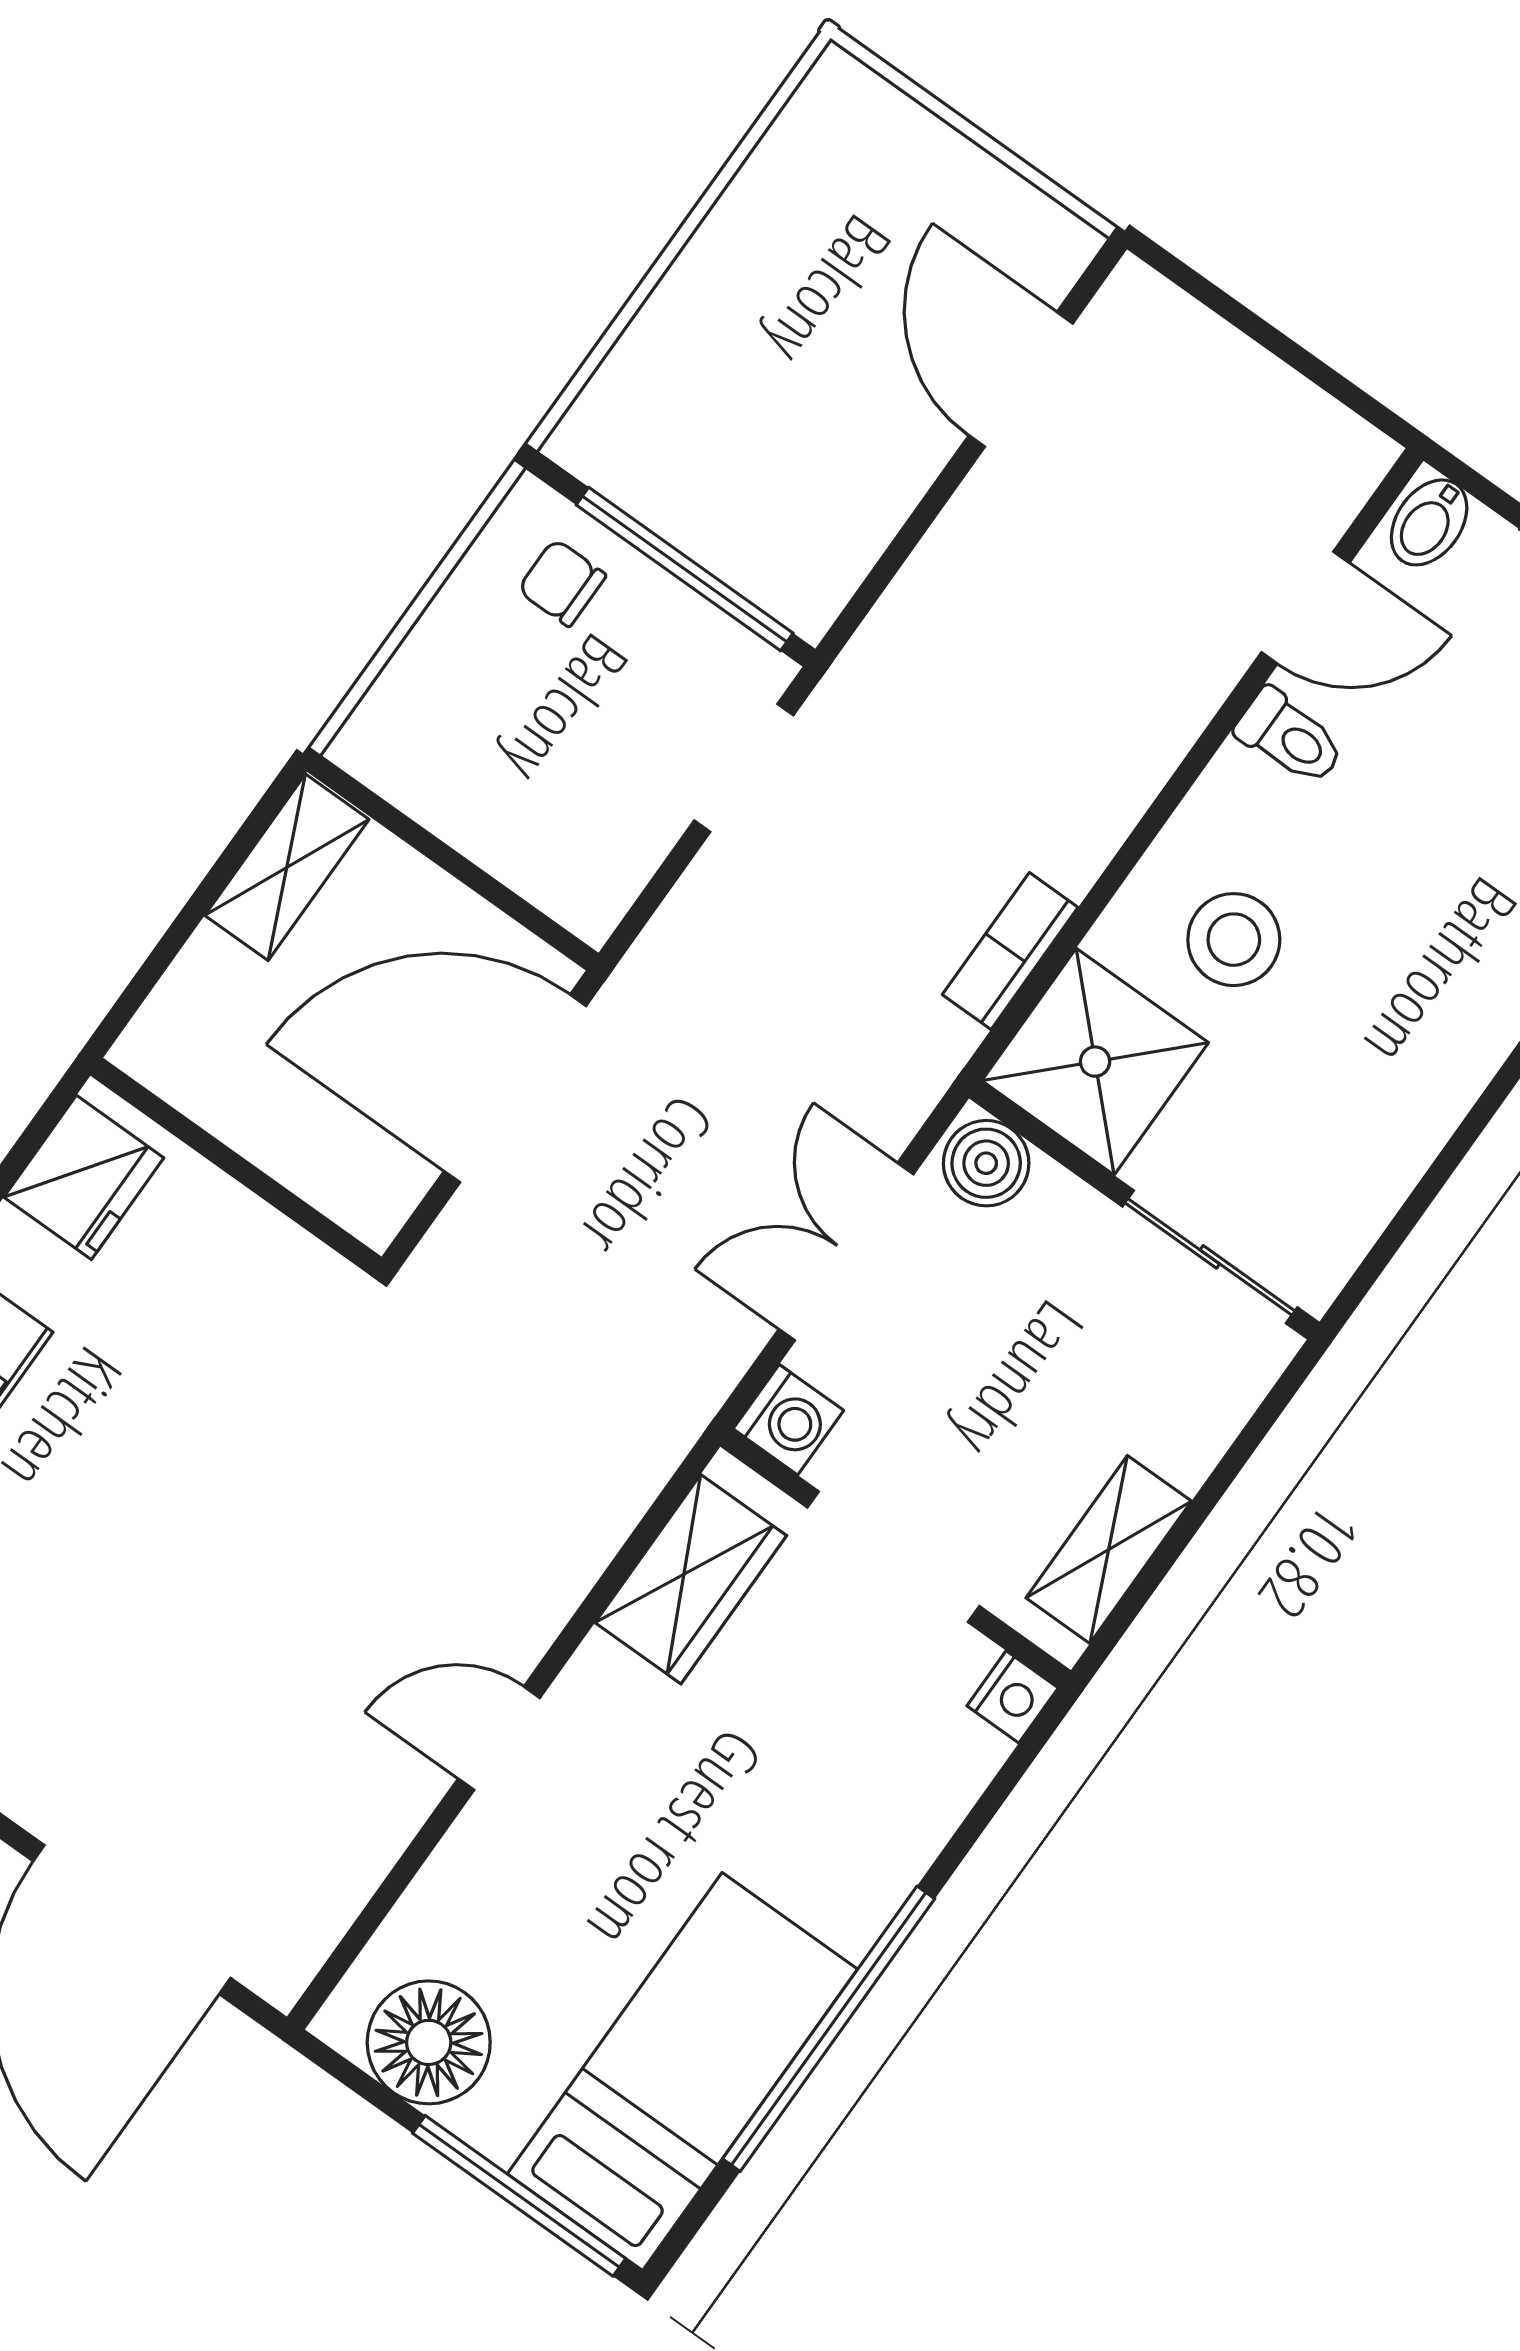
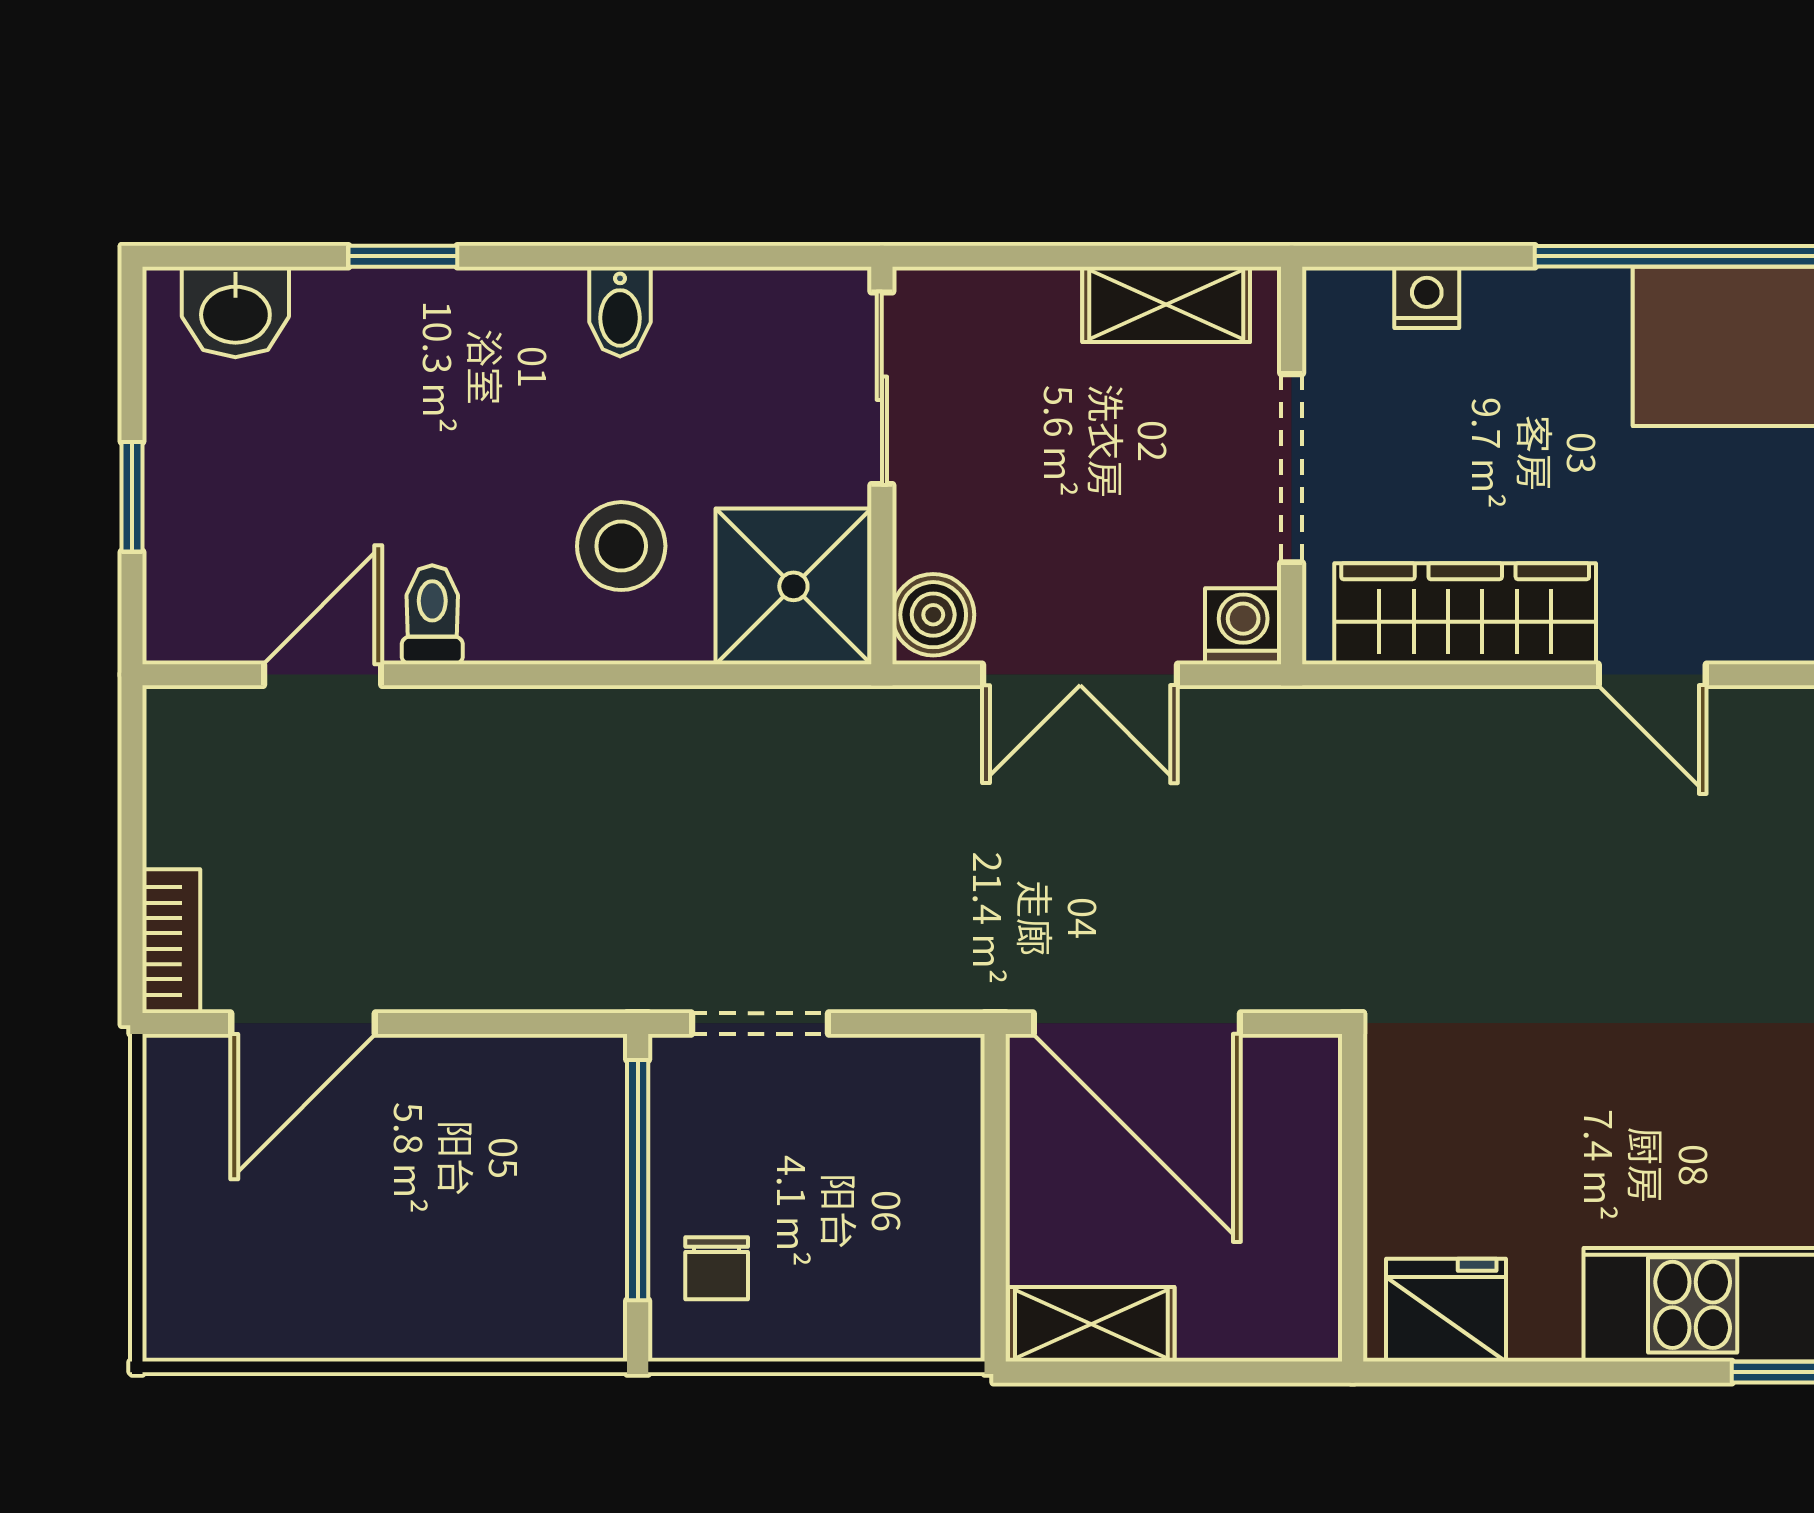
bidet: (1429, 522) -> (620, 312), moved, turned 90
door: (1305, 608) -> (323, 675), hinge flipped
bookcase: (1010, 951) -> (171, 941), moved, turned -90
wardrobe: (691, 1579) -> (1465, 614), width x1.50
nightstand: (1013, 1697) -> (1427, 297), moved

